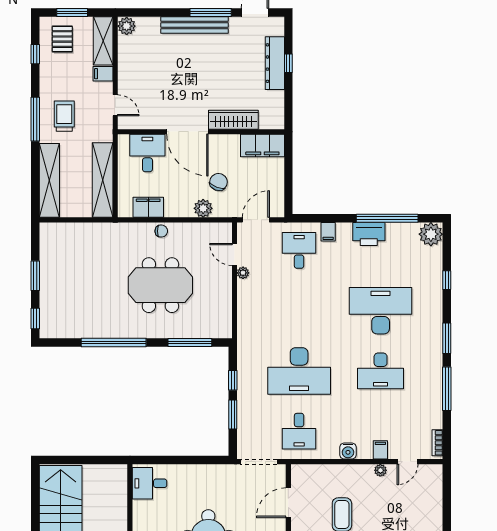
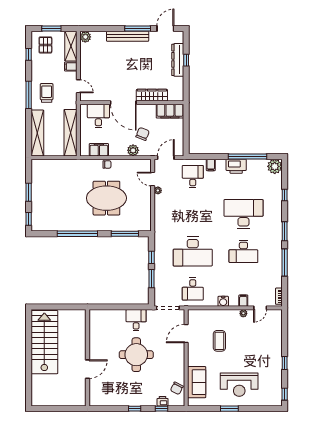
desk: (150, 483) -> (136, 320), moved, turned 90

